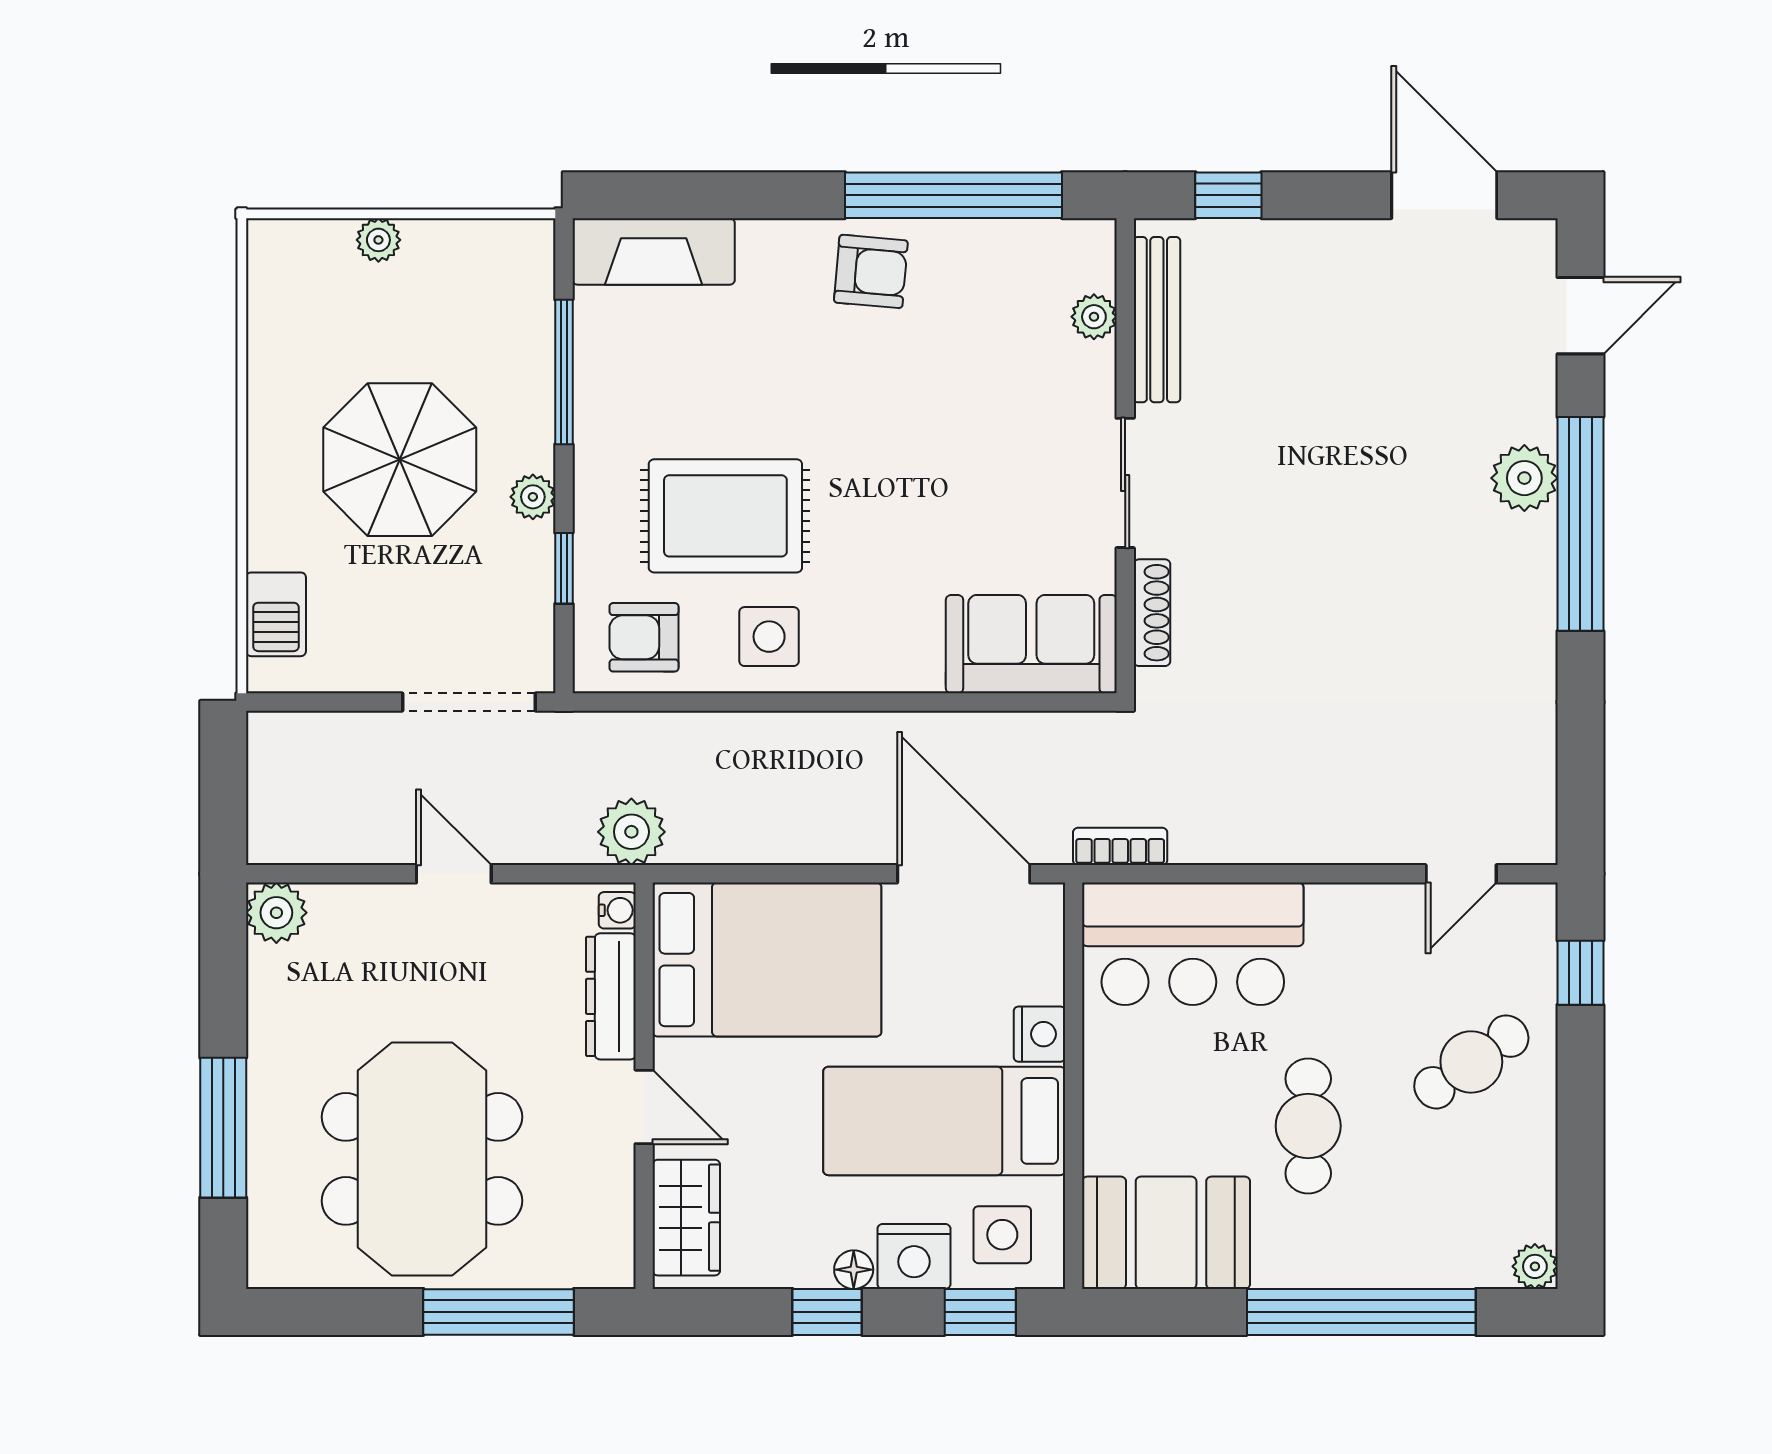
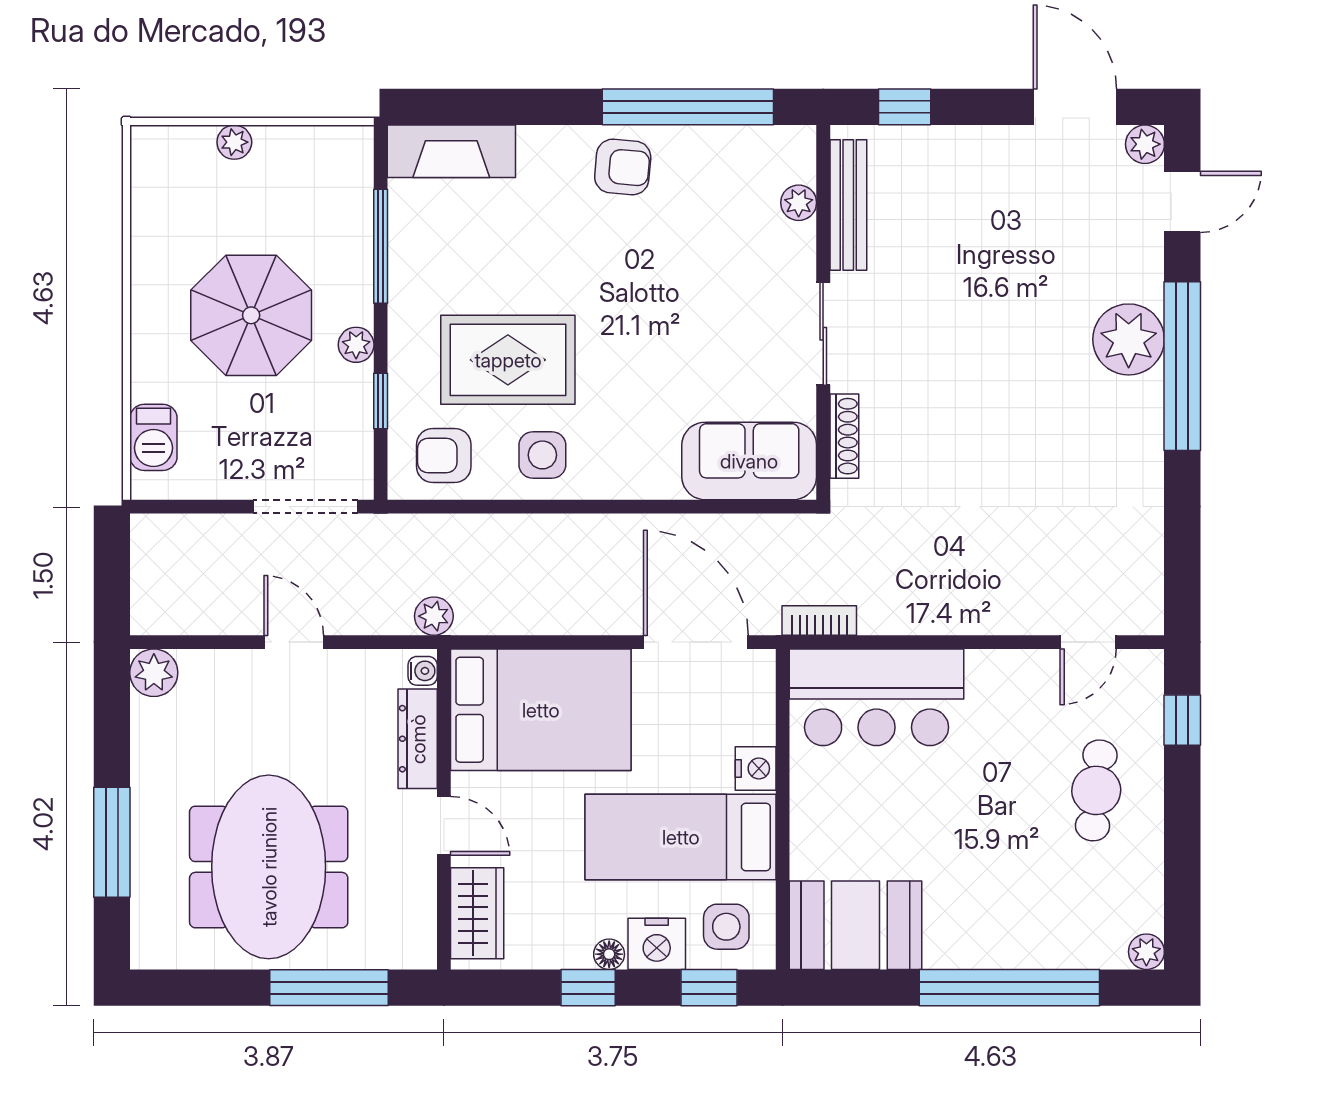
plant: (1533, 243) -> (1145, 144), added
plant: (1524, 478) -> (1129, 339), width x1.36, depth x1.36
plant: (631, 832) -> (434, 616), width x0.73, depth x0.73
cafe table: (1471, 1062) -> (1096, 790), turned -49
cafe table: (1308, 1126) -> (968, 841), removed

